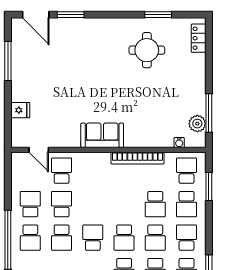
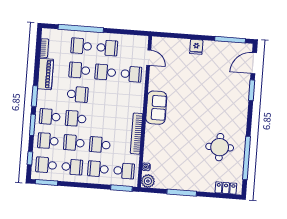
window: (158, 15) -> (247, 158), width x2.11
window: (8, 61) -> (230, 40), moved
fridge: (20, 110) -> (196, 47), moved
window: (209, 113) -> (182, 193), moved
plant: (197, 124) -> (148, 181), moved
door: (39, 150) -> (149, 58), swing flipped
window: (209, 187) -> (121, 188), moved
school desk: (62, 204) -> (105, 72), turned 180

